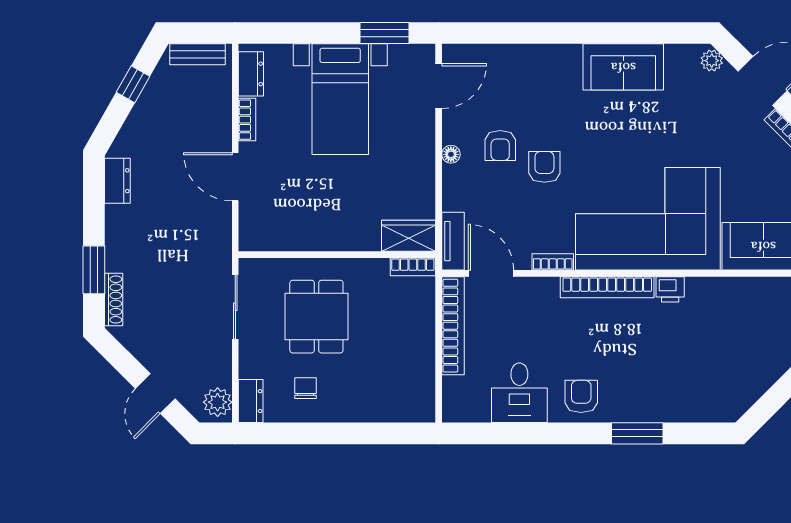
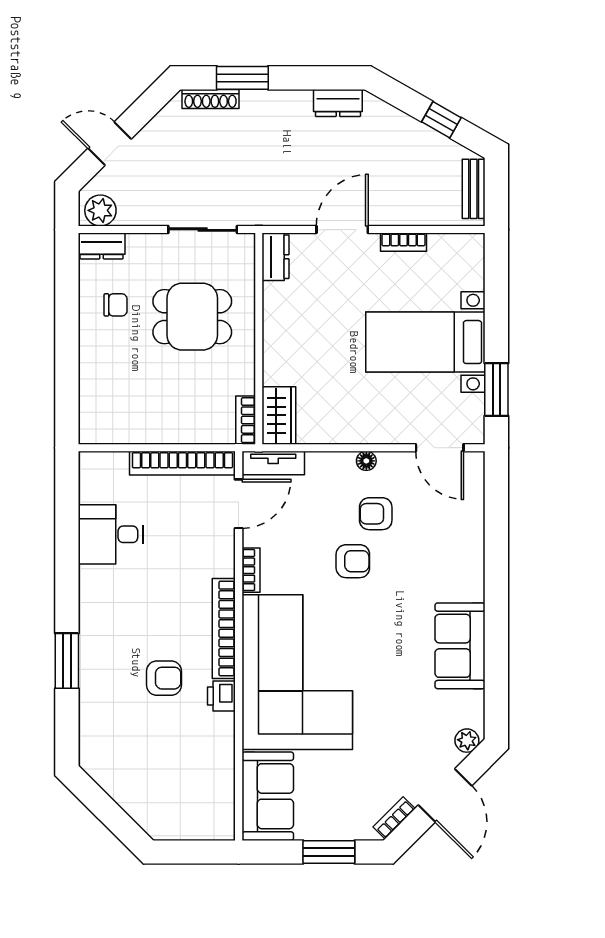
dresser: (251, 74) -> (276, 257), moved, turned -90
armchair: (581, 396) -> (164, 678), moved

